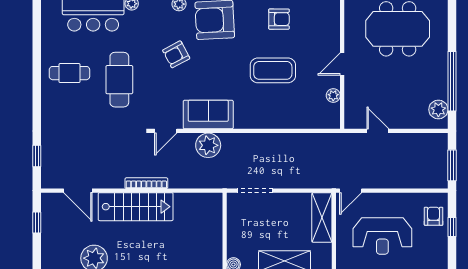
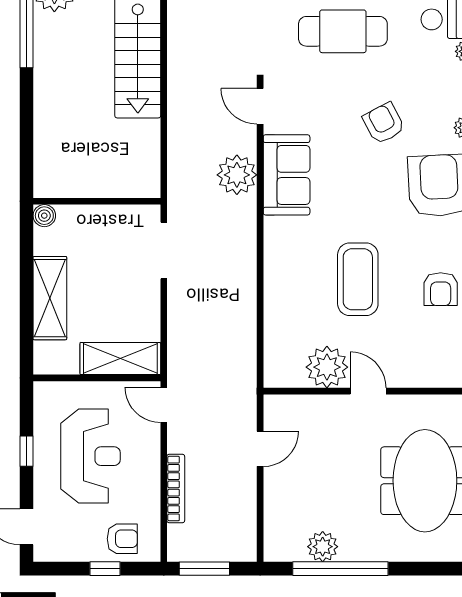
plant: (333, 96) -> (327, 367), width x1.87, depth x1.87
plant: (438, 110) -> (323, 547), moved
bookcase: (146, 183) -> (176, 489), moved
reception desk: (382, 236) -> (90, 456), turned 180

